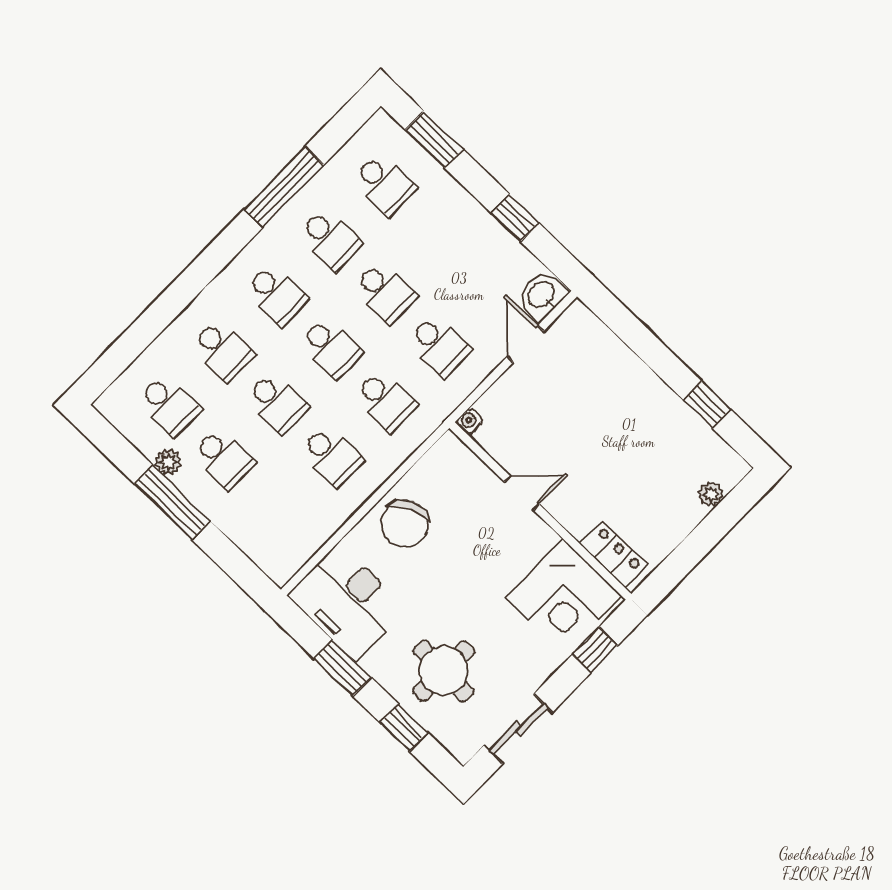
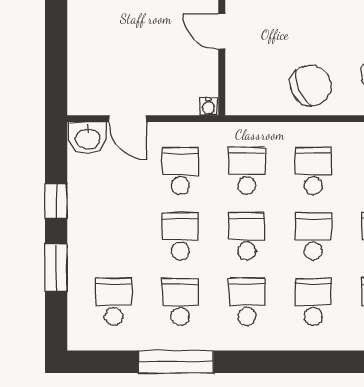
window: (434, 140) -> (56, 268), moved
door: (525, 344) -> (128, 119), hinge flipped

